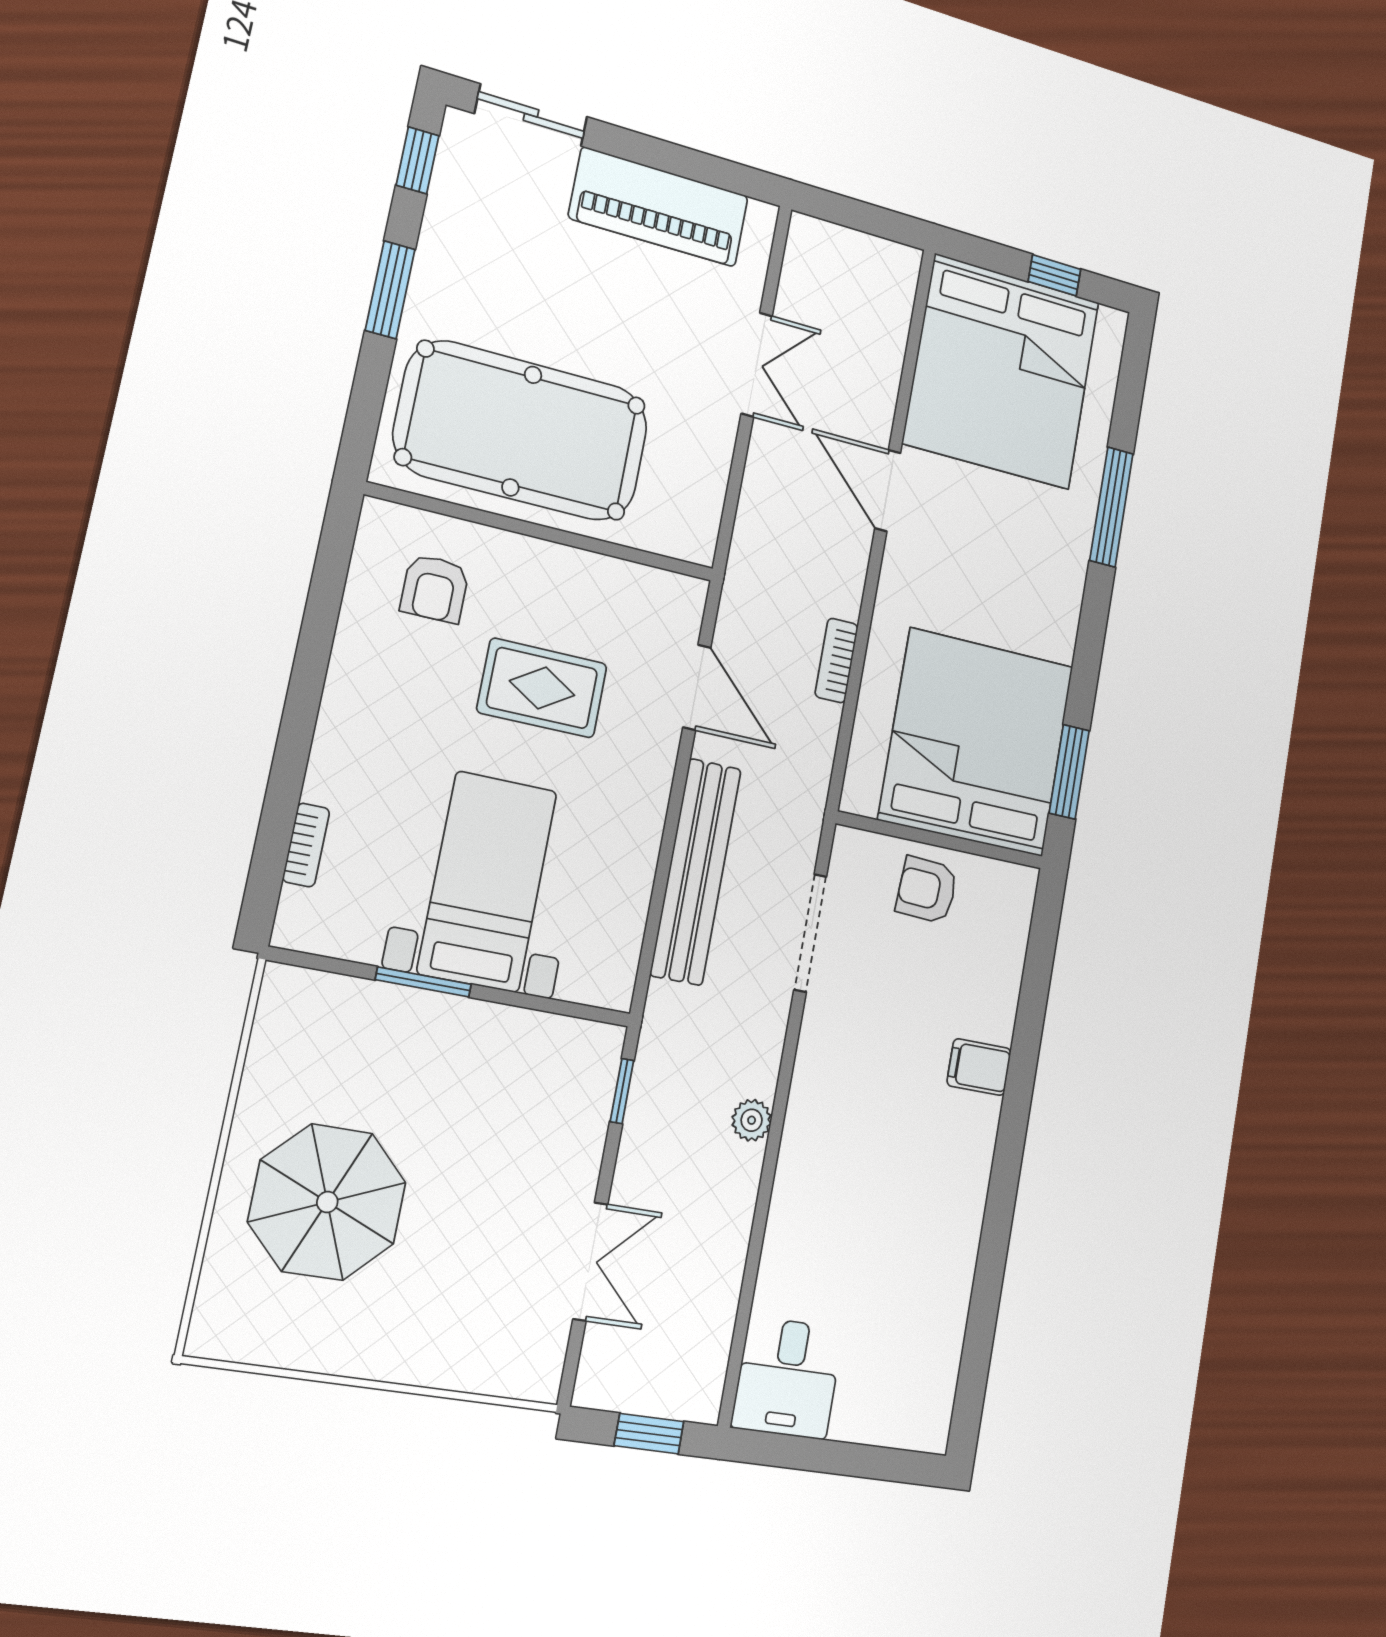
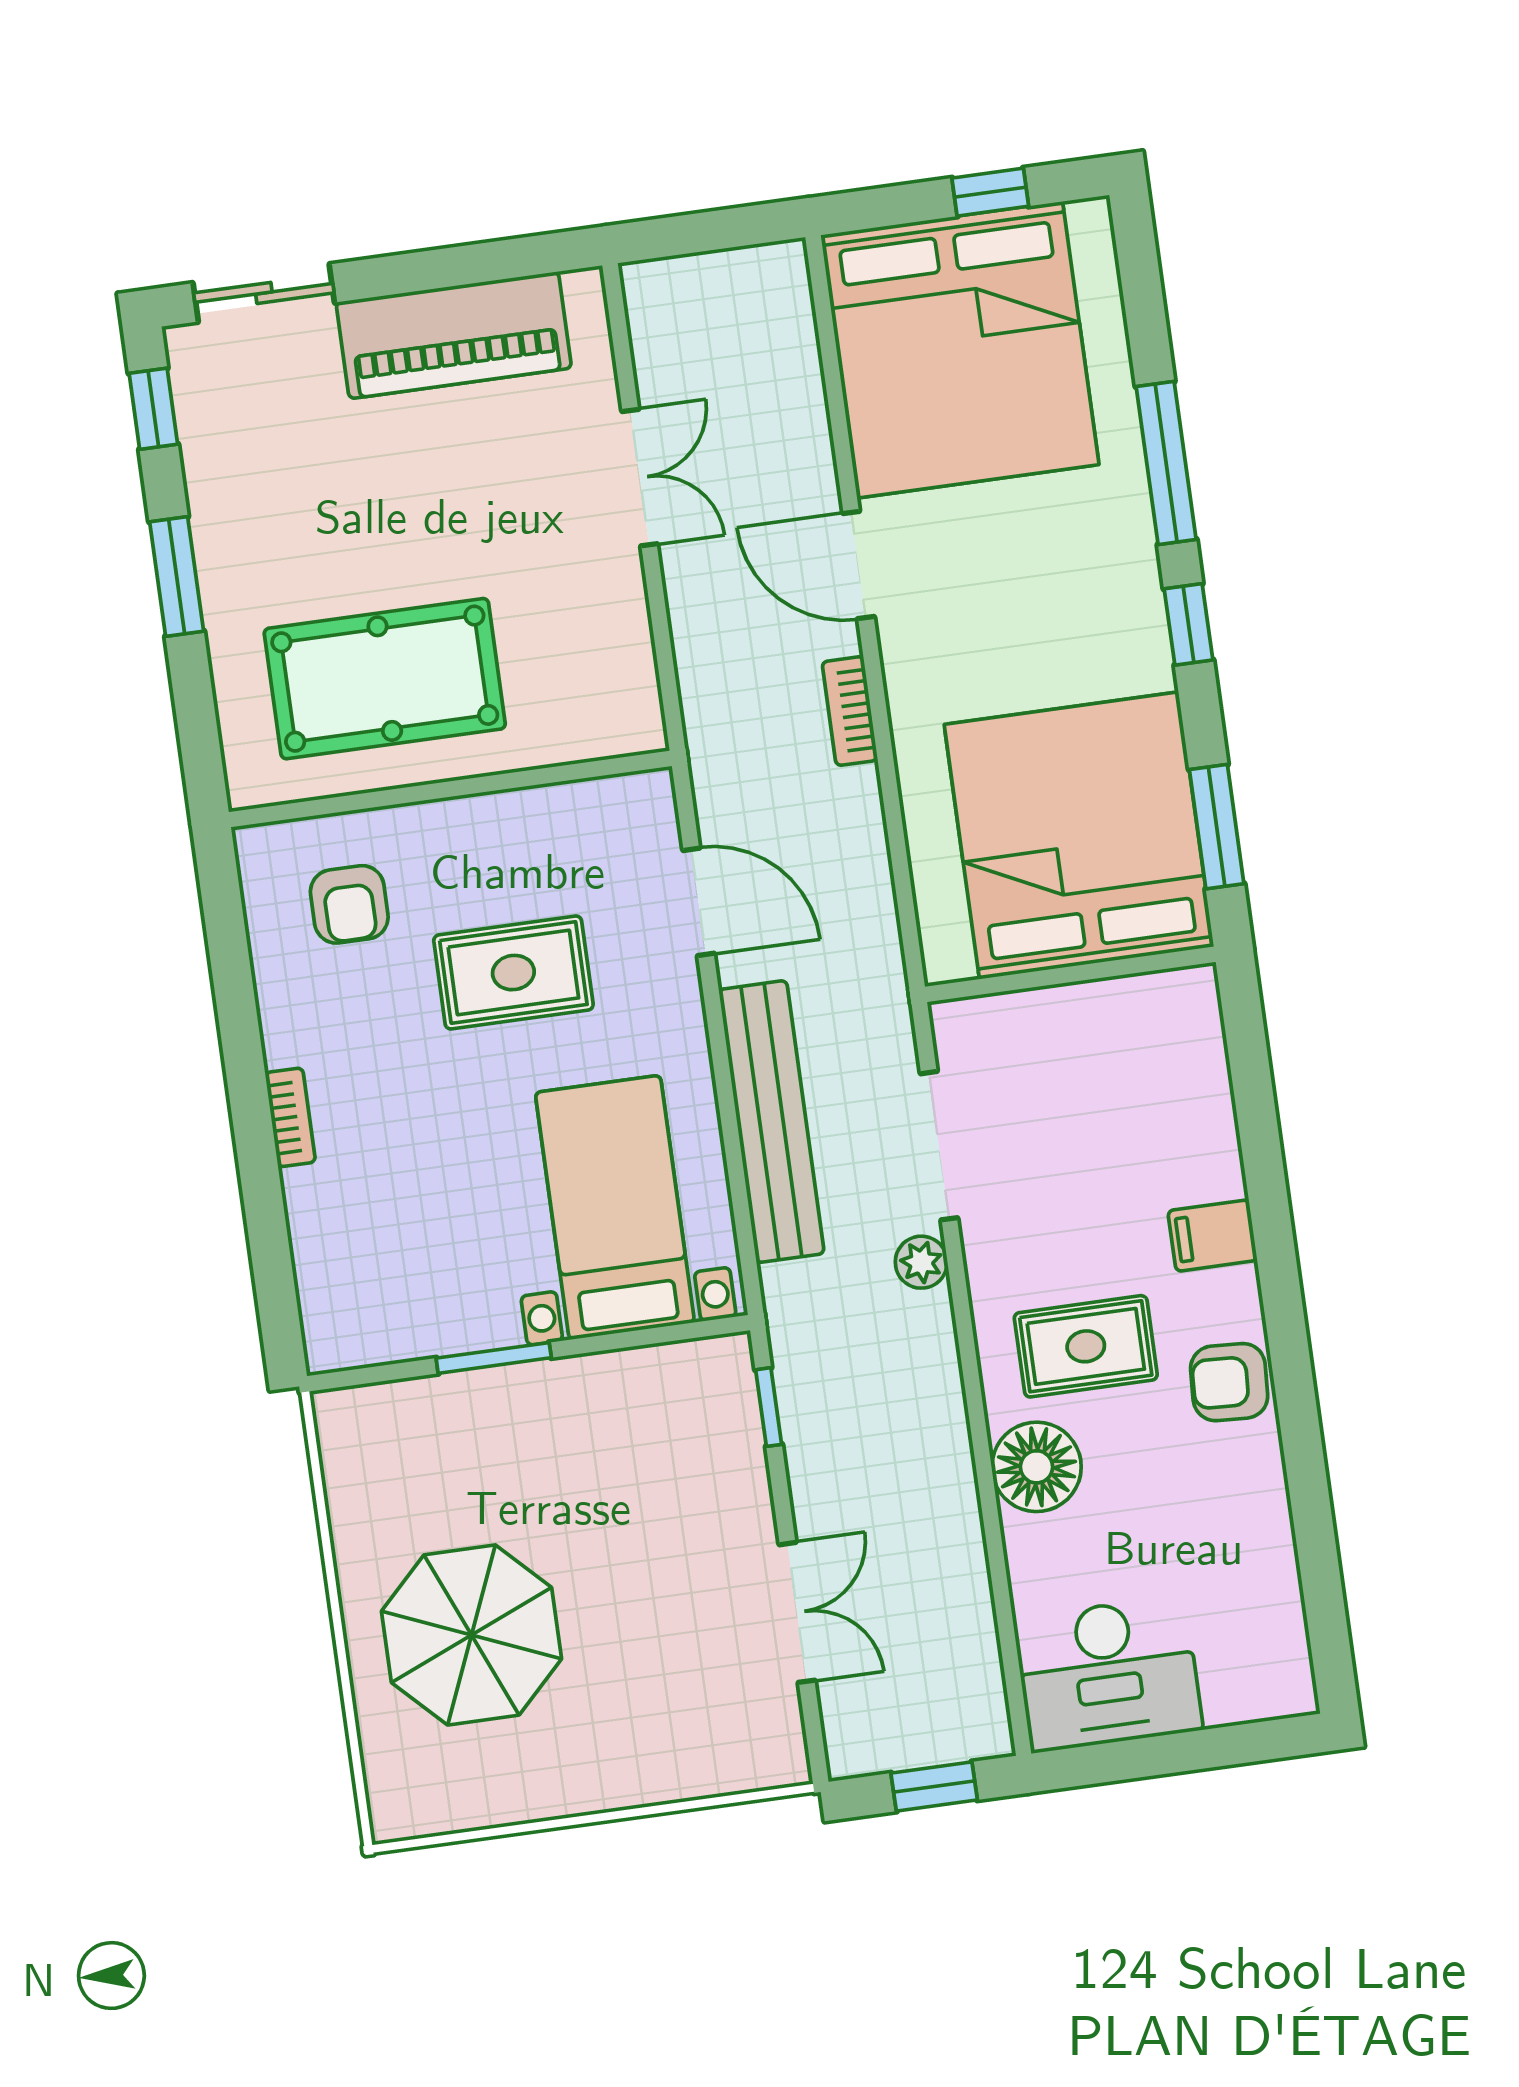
pool table: (522, 431) -> (385, 679), width x0.73, depth x0.76
window: (1093, 623) -> (1188, 624), added
bookcase: (836, 661) -> (850, 711), moved
bookcase: (306, 845) -> (290, 1117), moved
bed with nightstands: (487, 882) -> (615, 1207), moved
armchair: (927, 890) -> (1229, 1382), moved
plant: (752, 1120) -> (921, 1262), moved
rug: (867, 1121) -> (1086, 1346), added
floor lamp: (803, 1202) -> (1037, 1467), added
desk: (788, 1378) -> (1108, 1674), width x1.37

